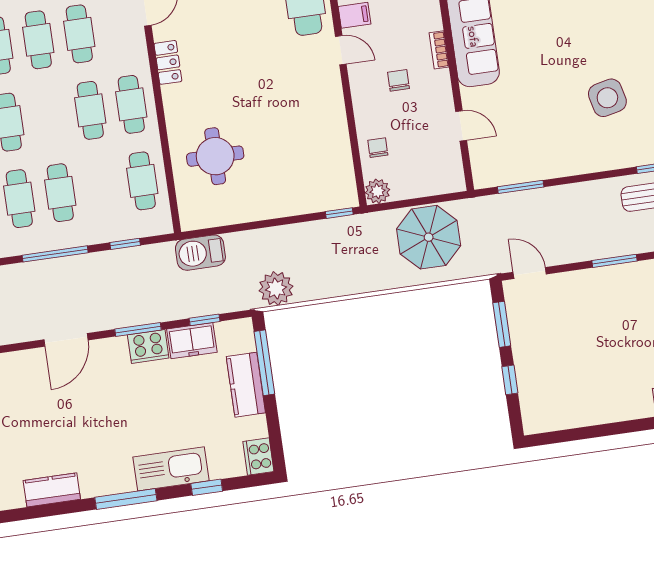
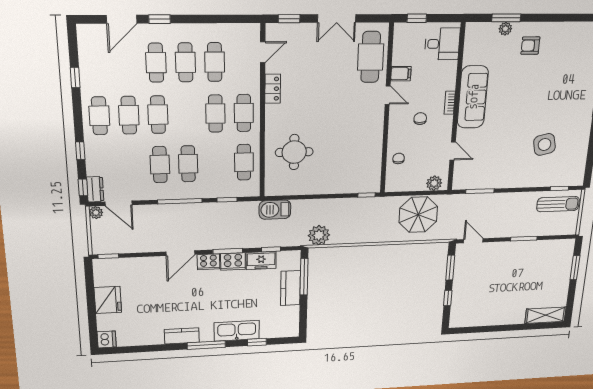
plant: (377, 191) -> (434, 183), moved
cooker: (258, 456) -> (208, 262), moved, turned -90
kitchen counter: (52, 490) -> (182, 336), moved

